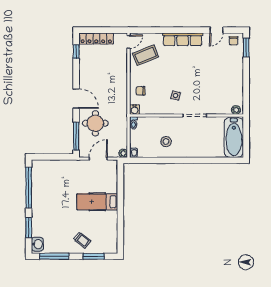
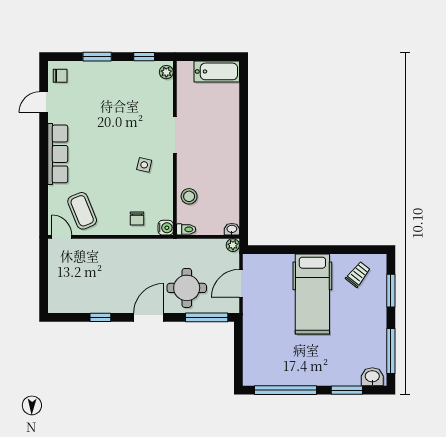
door: (216, 30) -> (44, 102), swing flipped
locker: (96, 38) -> (57, 286), removed
window: (246, 48) -> (97, 57), moved
window: (76, 52) -> (100, 317), moved
window: (246, 95) -> (144, 57), added
bathtub: (234, 137) -> (217, 71), width x0.73, depth x0.73
stool: (166, 142) -> (189, 196), moved
door: (98, 159) -> (241, 283), hinge flipped
hospital bed: (97, 202) -> (312, 294), width x1.37, depth x1.29
trolley: (82, 240) -> (358, 274), moved

